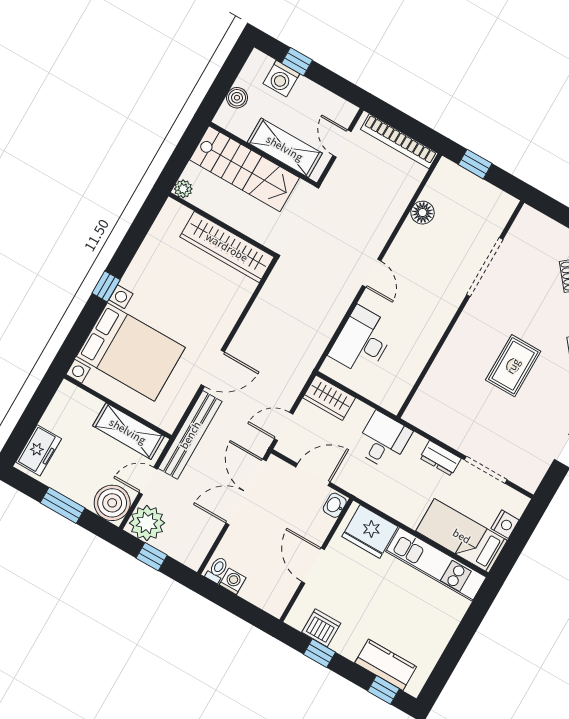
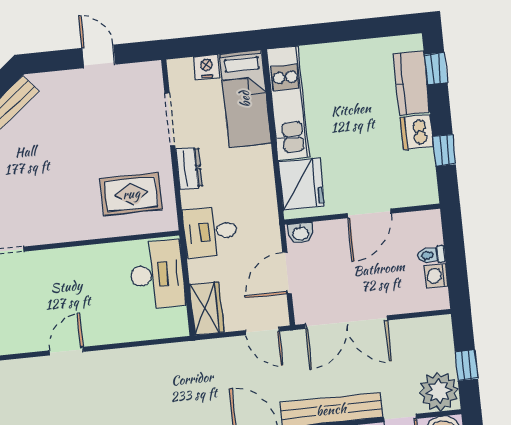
desk: (362, 341) -> (157, 274), moved, turned -90
rug: (513, 366) -> (131, 194), moved
door: (313, 475) -> (287, 273), hinge flipped
toilet: (217, 570) -> (431, 255), moved
dishwasher: (321, 628) -> (417, 132), moved

